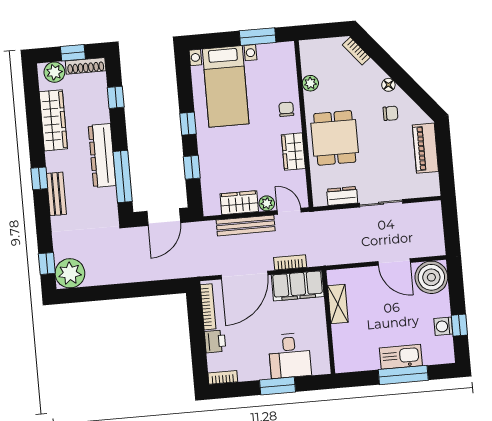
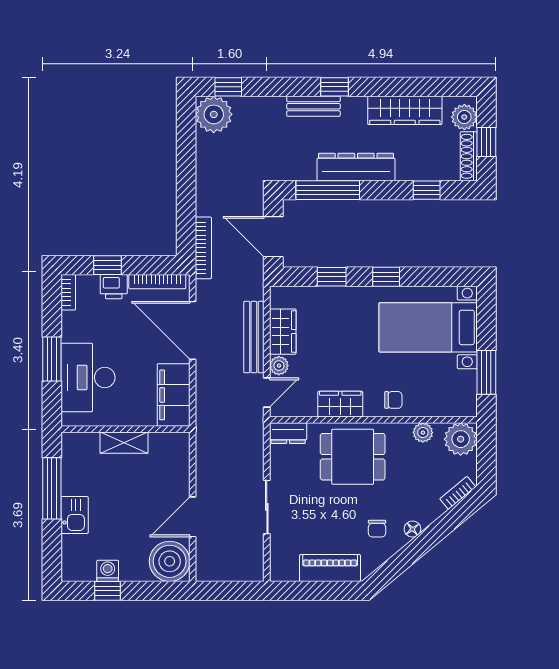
plant: (313, 53) -> (461, 439), added
dresser: (342, 196) -> (288, 433), moved, turned 90
bookcase: (290, 262) -> (203, 248), moved, width x1.56
shelving: (338, 304) -> (124, 443), moved
window: (198, 348) -> (108, 265), added
desk: (290, 356) -> (88, 377), width x1.37
kitchen sink: (401, 357) -> (75, 515), width x0.73
window: (403, 375) -> (52, 488), moved

